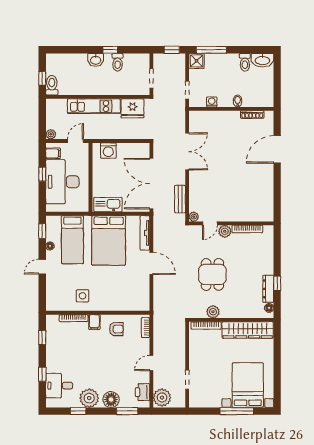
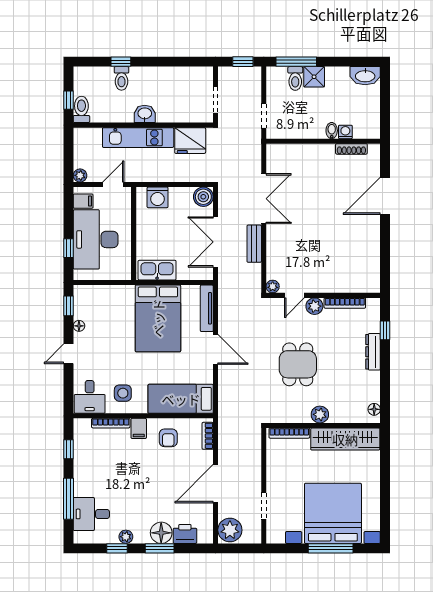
window: (110, 50) -> (121, 62), moved
washbasin: (96, 60) -> (145, 114), moved, turned 180
shower: (197, 61) -> (314, 77), moved
toilet: (118, 62) -> (121, 78), moved
toilet: (245, 62) -> (295, 78), moved
washing machine: (212, 102) -> (345, 132), moved
boiler: (142, 150) -> (203, 197), added
window: (42, 174) -> (69, 248), moved
double door: (151, 184) -> (216, 242), width x0.73
bench: (180, 199) -> (254, 244), moved
bed: (72, 240) -> (181, 399), moved, turned 90
window: (277, 283) -> (385, 330), moved
dresser: (268, 289) -> (373, 352), moved
desk: (58, 299) -> (90, 397), added
plant: (213, 312) -> (320, 414), moved
armchair: (116, 329) -> (168, 438), turned 90
door: (151, 363) -> (216, 484), width x1.88
window: (42, 374) -> (69, 499), width x2.17
bed with nightstands: (248, 385) -> (333, 513), width x1.36
printer: (142, 392) -> (185, 534), moved, turned 90
plant: (89, 398) -> (126, 537), width x0.53, depth x0.53
window: (127, 411) -> (160, 548), moved

